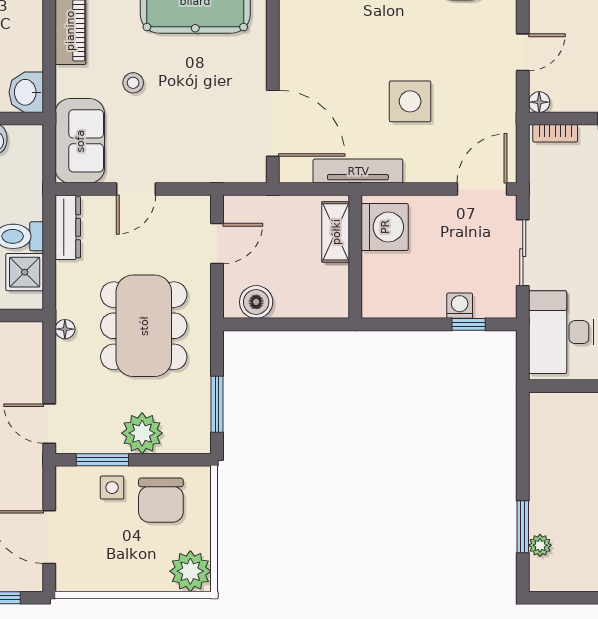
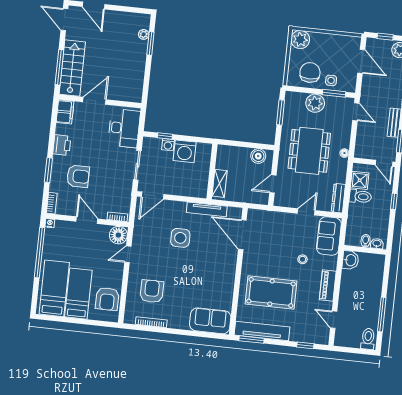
floor lamp: (539, 102) -> (118, 235), width x1.89, depth x1.89
washing machine: (385, 227) -> (185, 151), moved, turned -90

